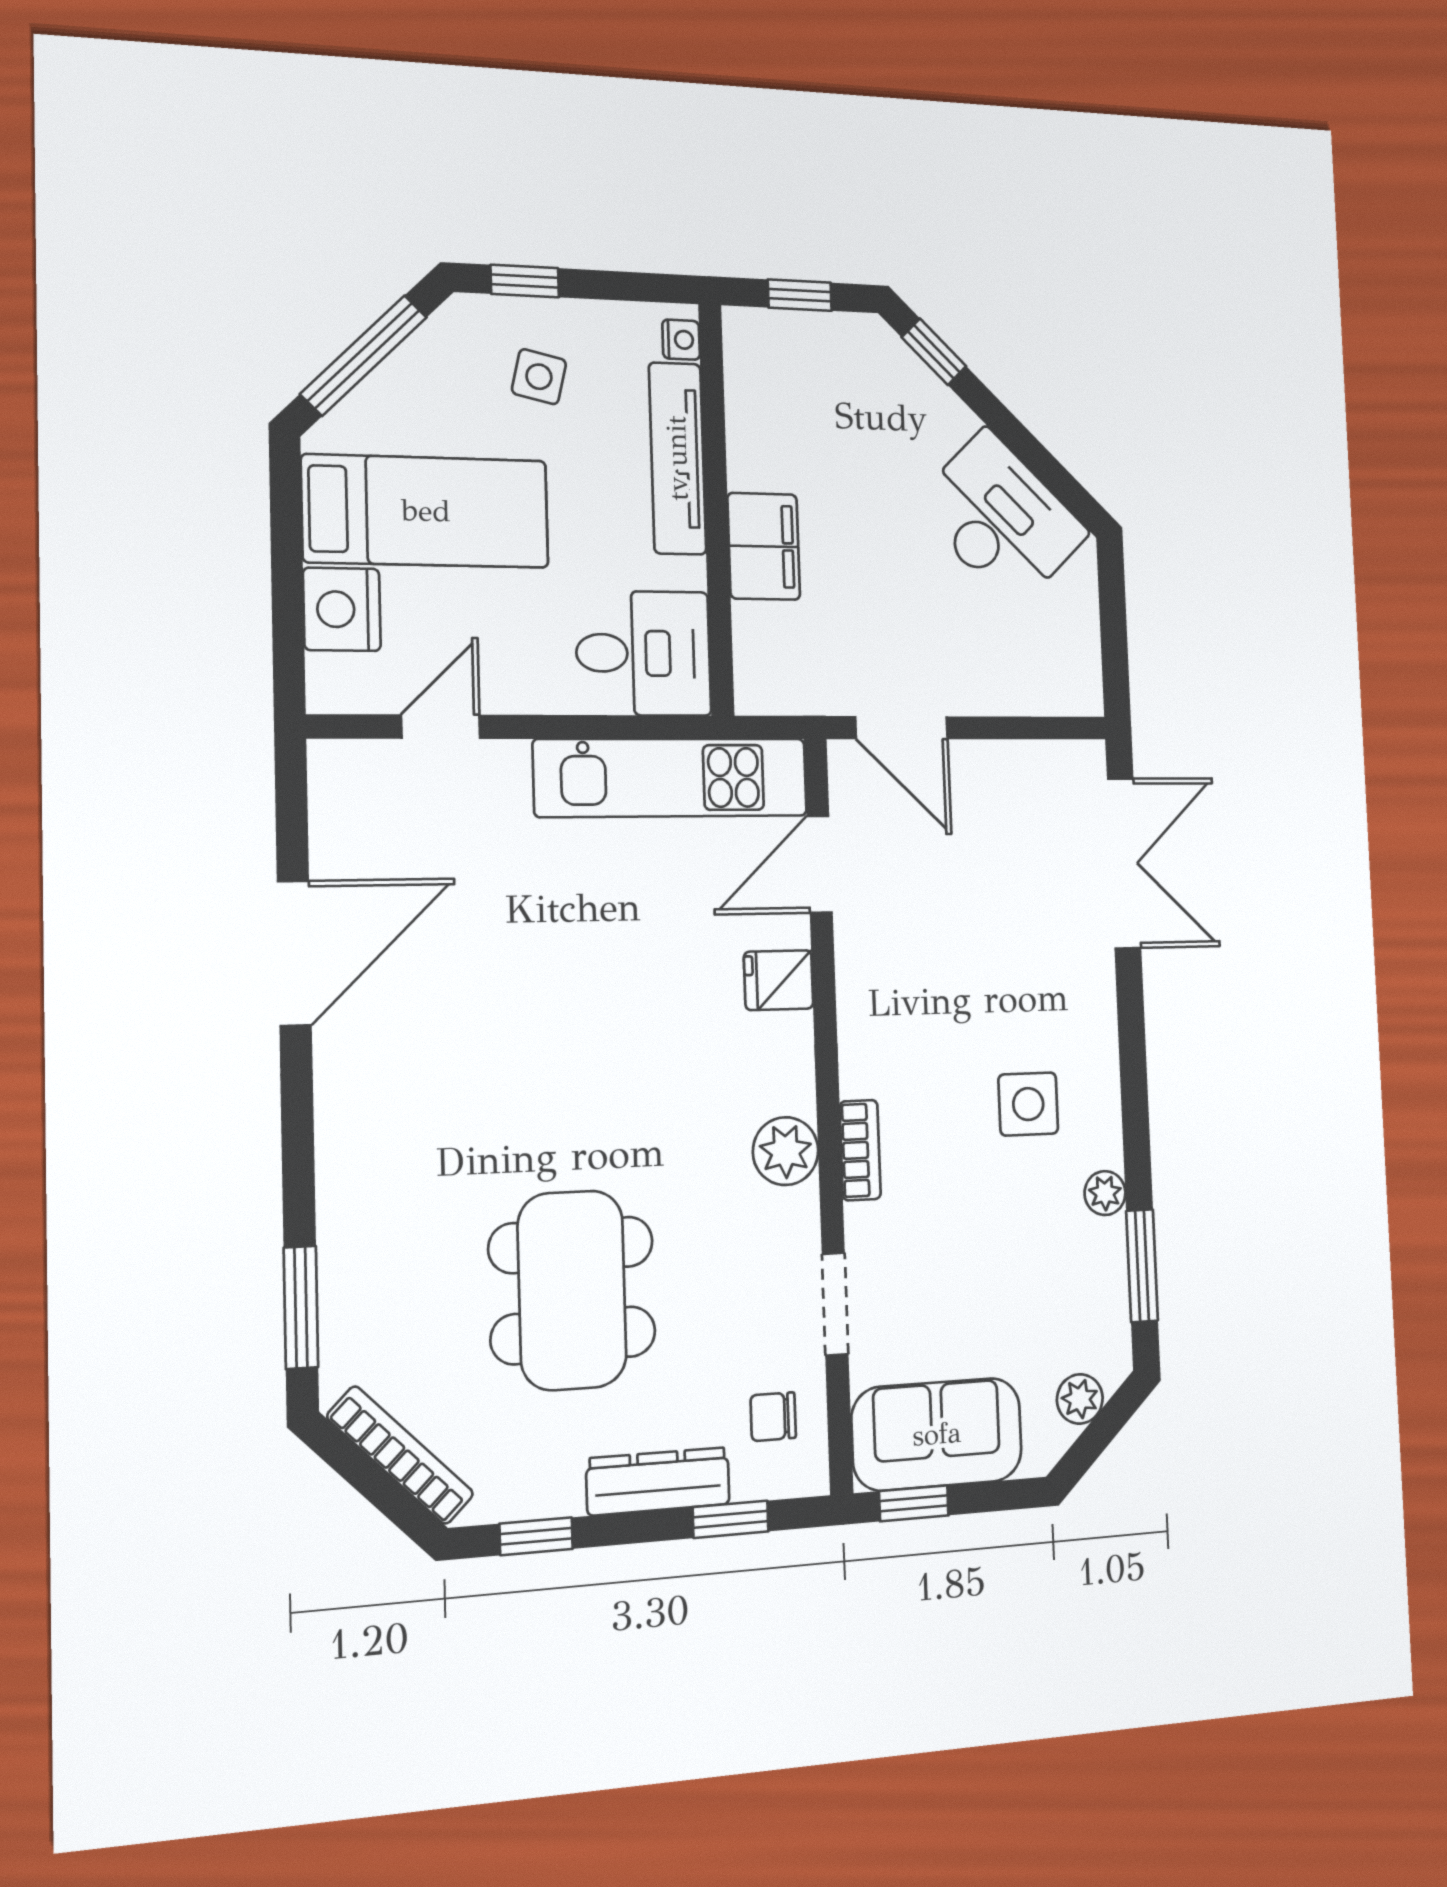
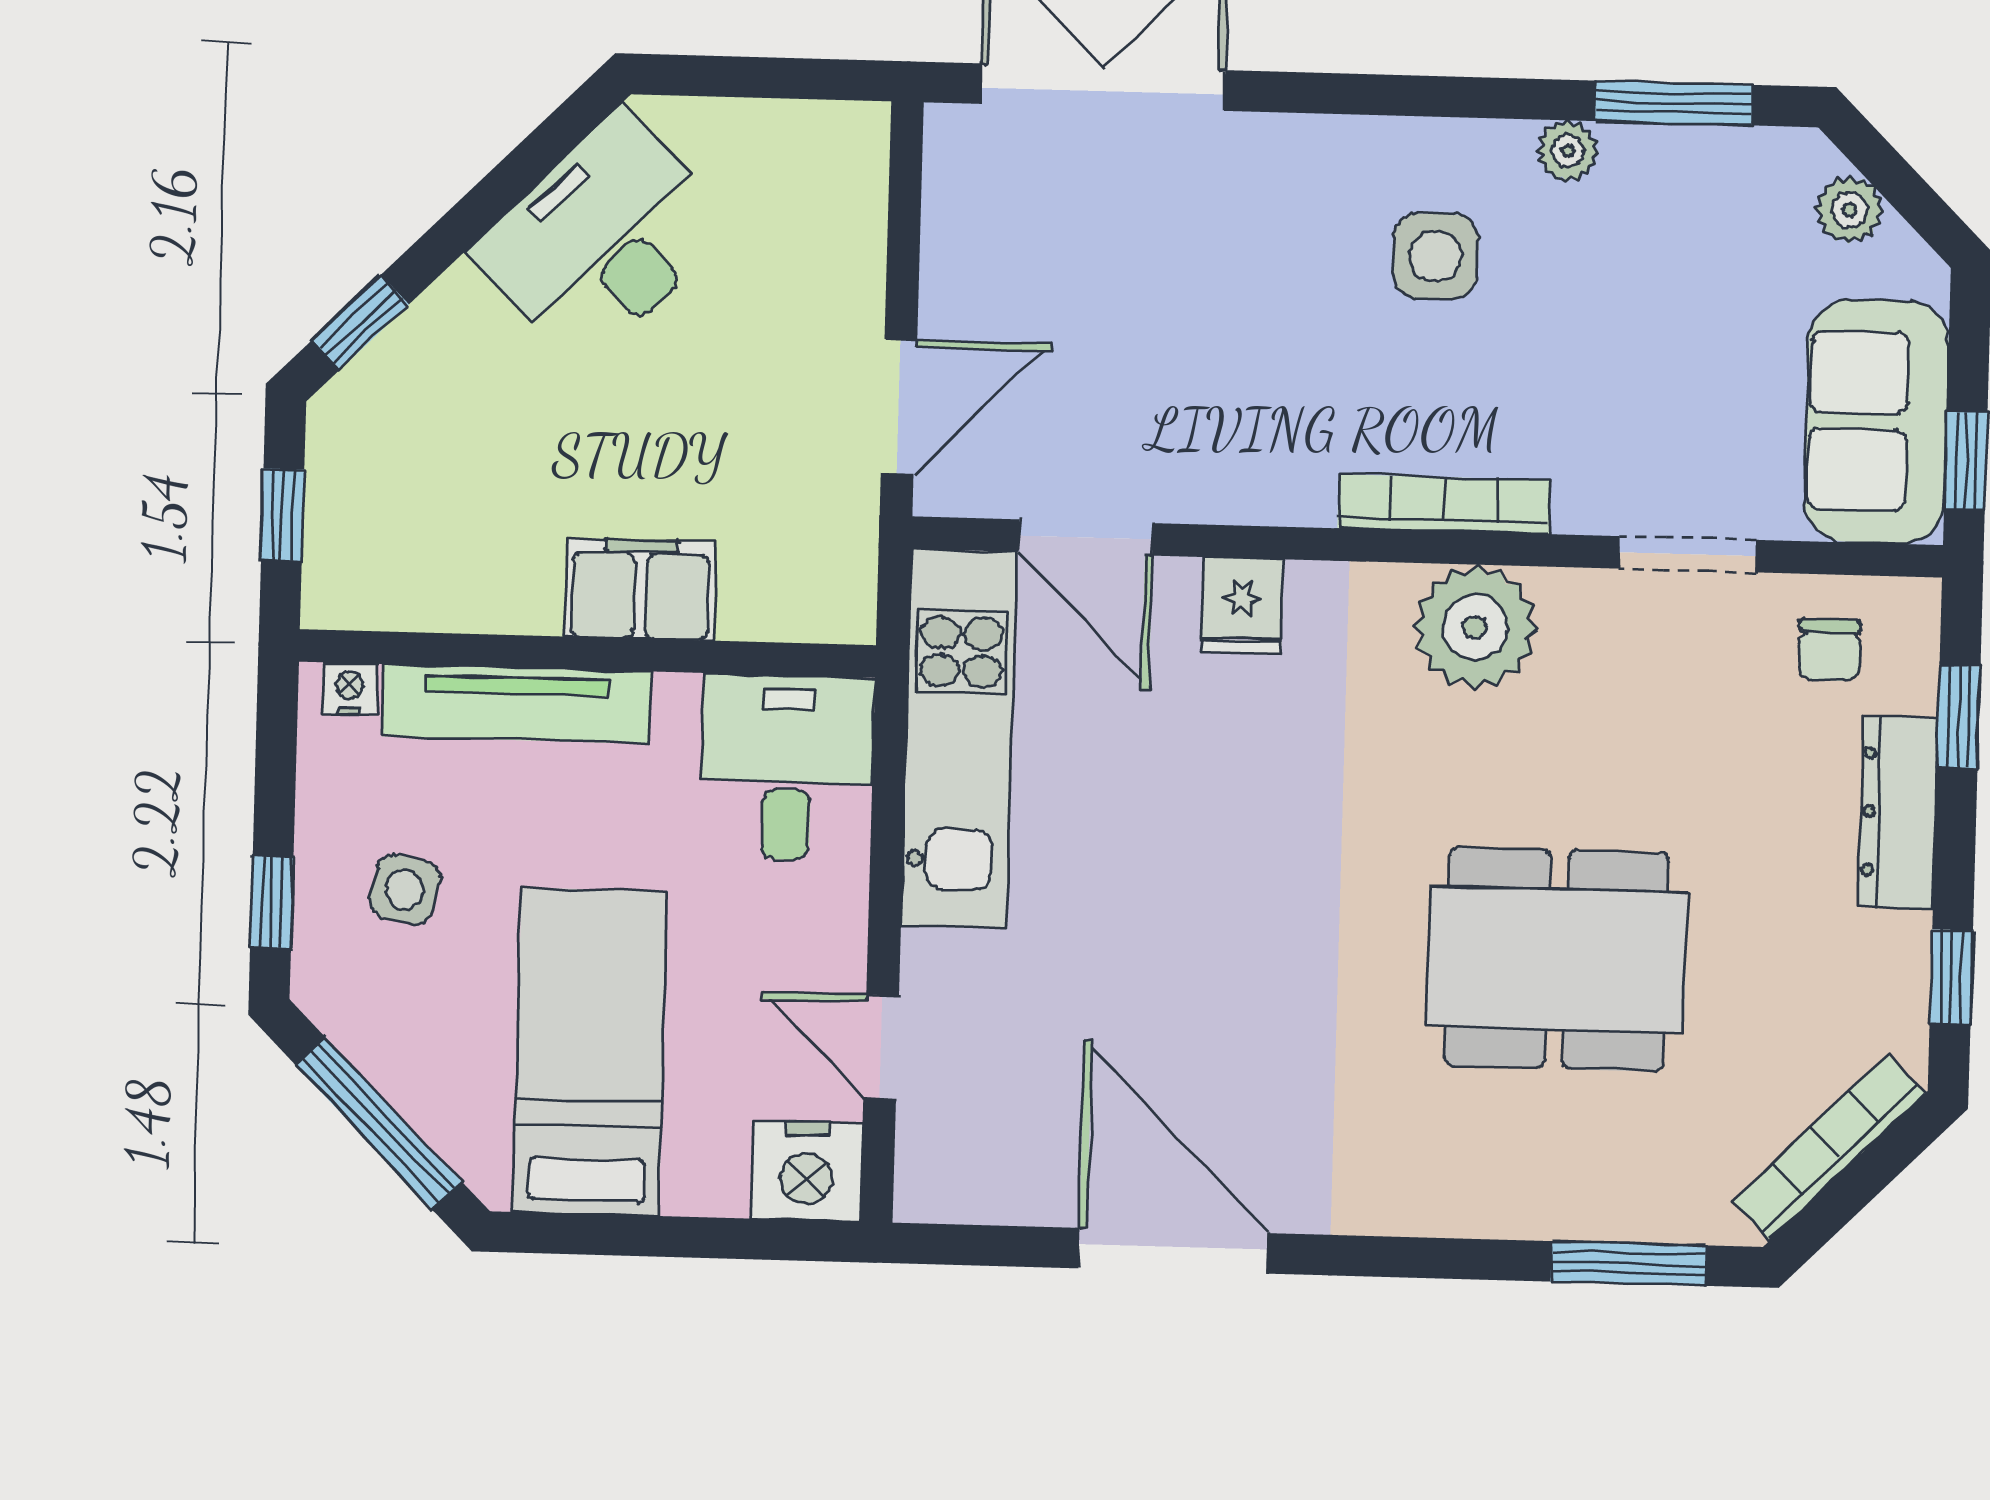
nightstand: (342, 609) -> (806, 1171), moved
bookcase: (860, 1150) -> (1444, 504), width x1.56
plant: (786, 1151) -> (1475, 627), width x1.36, depth x1.36
dining table: (572, 1290) -> (1557, 959), moved

